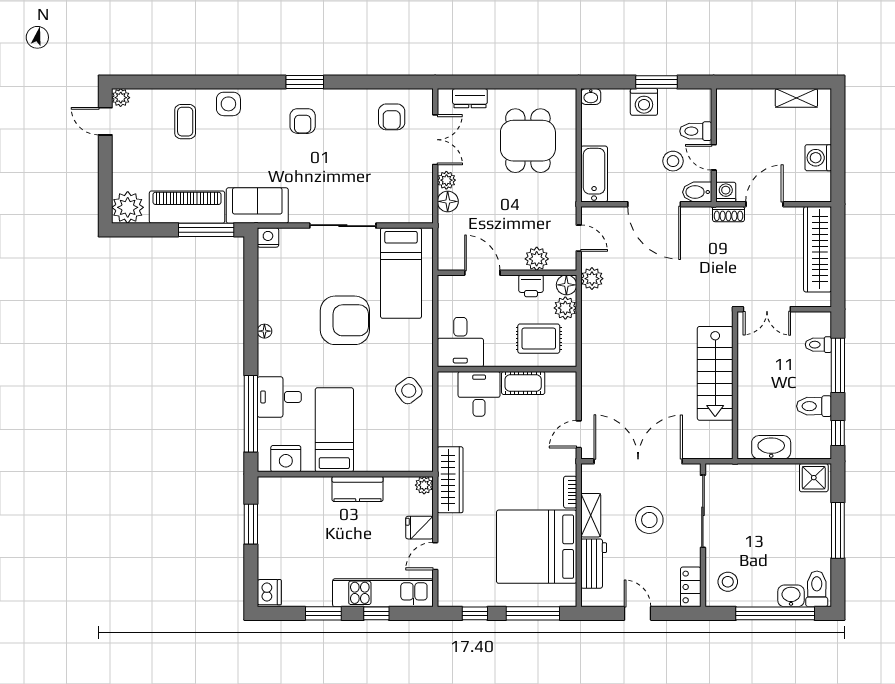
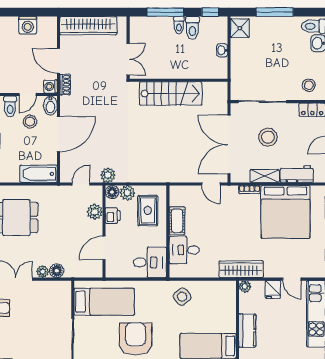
toilet: (818, 345) -> (179, 25), moved
washbasin: (771, 447) -> (222, 50), width x0.52, depth x0.69

